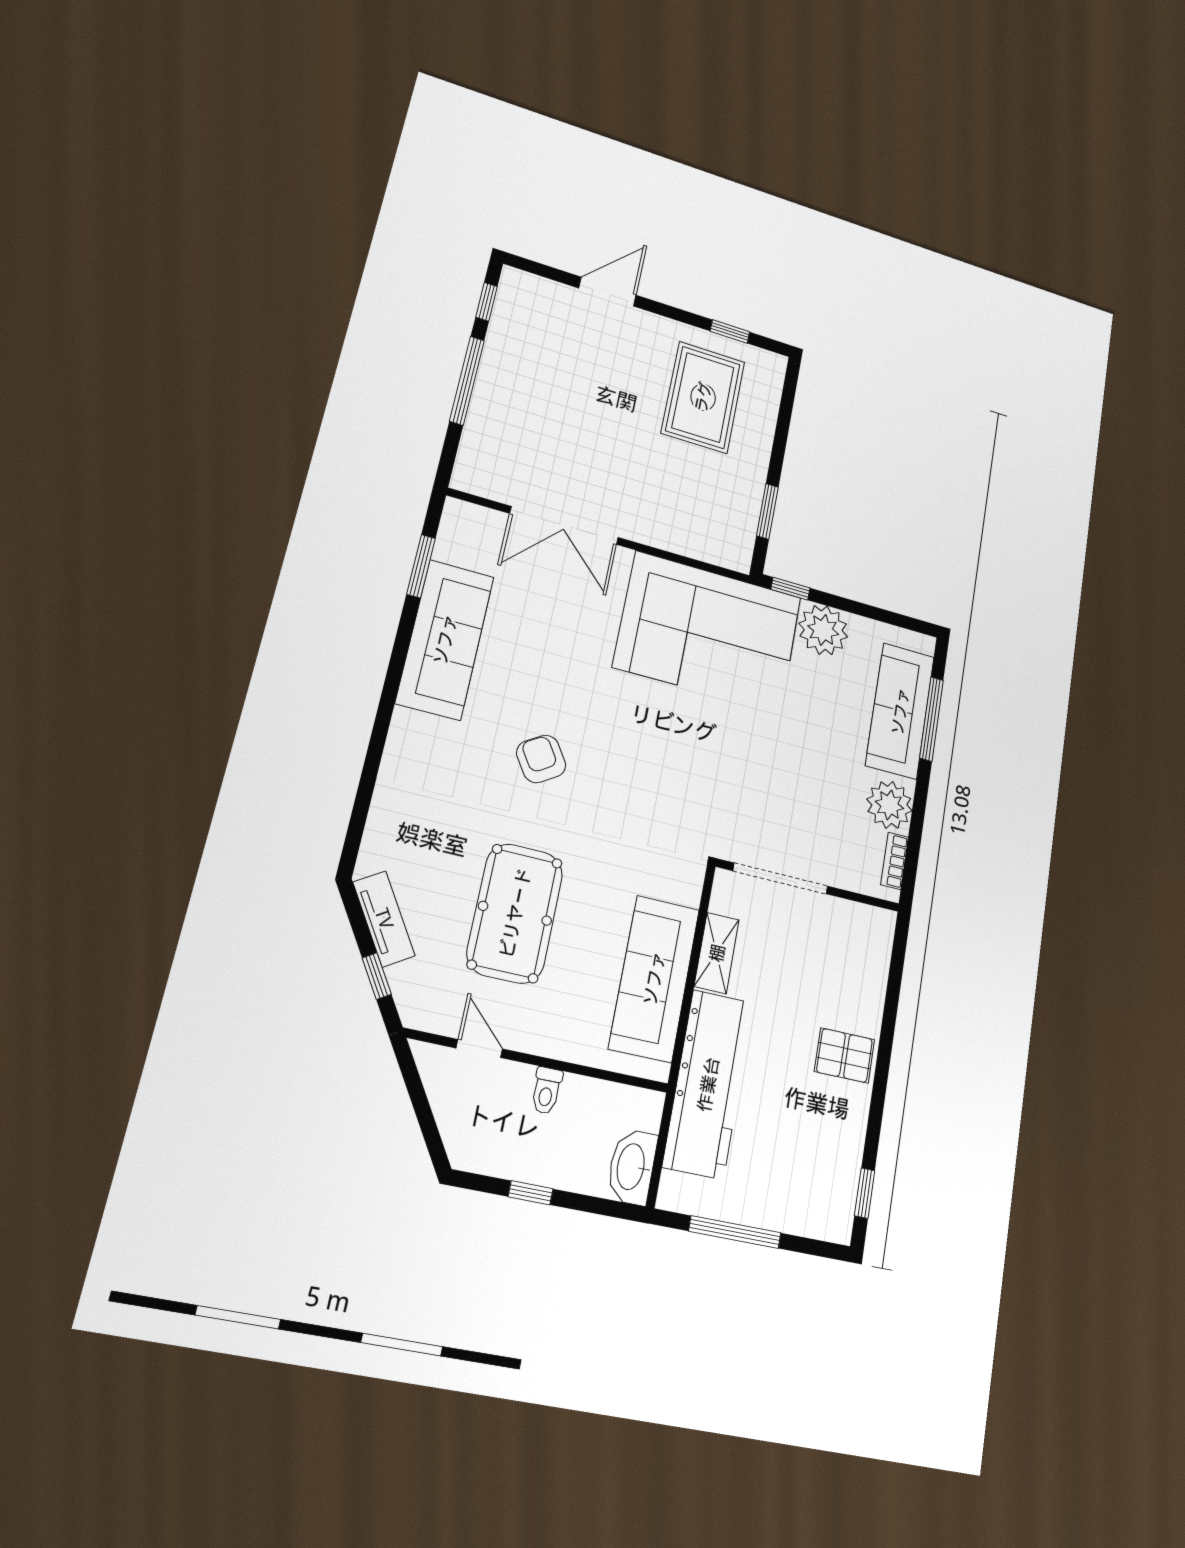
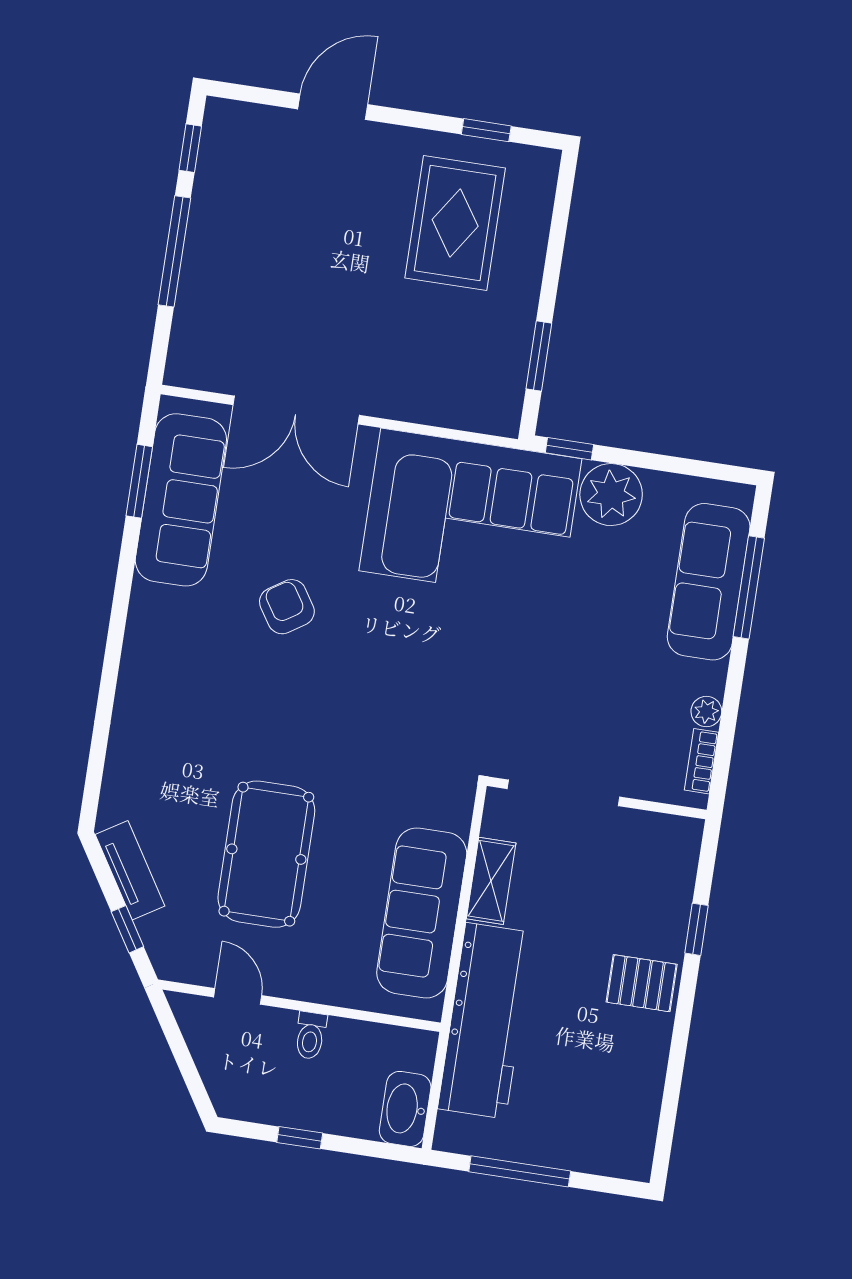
sofa: (445, 639) -> (181, 500), moved
armchair: (541, 759) -> (287, 607), moved
plant: (889, 805) -> (706, 712), width x0.53, depth x0.53
window: (865, 1193) -> (697, 929), moved

